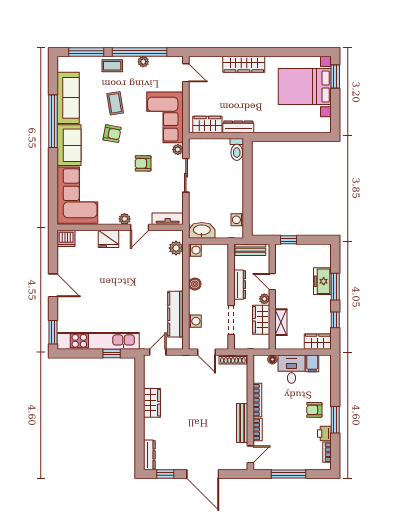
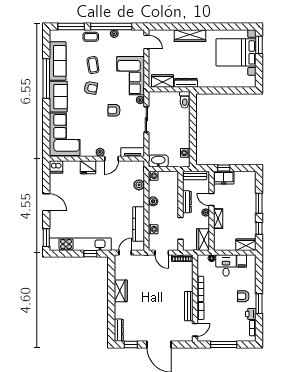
plant: (176, 248) -> (139, 185), moved
freezer: (322, 281) -> (224, 178), moved, turned -90
wardrobe: (261, 320) -> (203, 240), moved
shelving: (281, 322) -> (218, 219), moved

